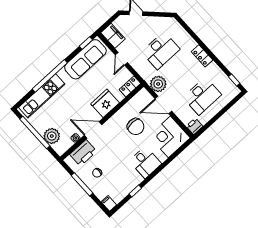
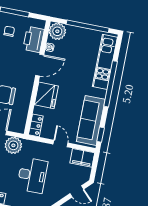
desk: (161, 51) -> (32, 175), turned 180
plant: (52, 136) -> (57, 31), moved

